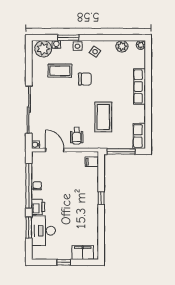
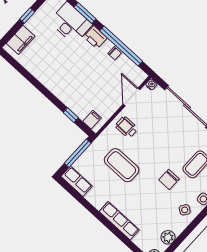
door: (55, 150) -> (132, 97), swing flipped
window: (101, 198) -> (71, 115), moved

